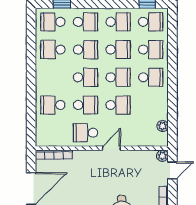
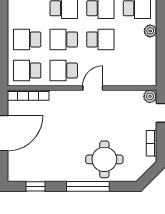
school desk: (86, 105) -> (64, 39), turned 180
plant: (163, 126) -> (150, 31), moved
school desk: (53, 133) -> (27, 71), added

